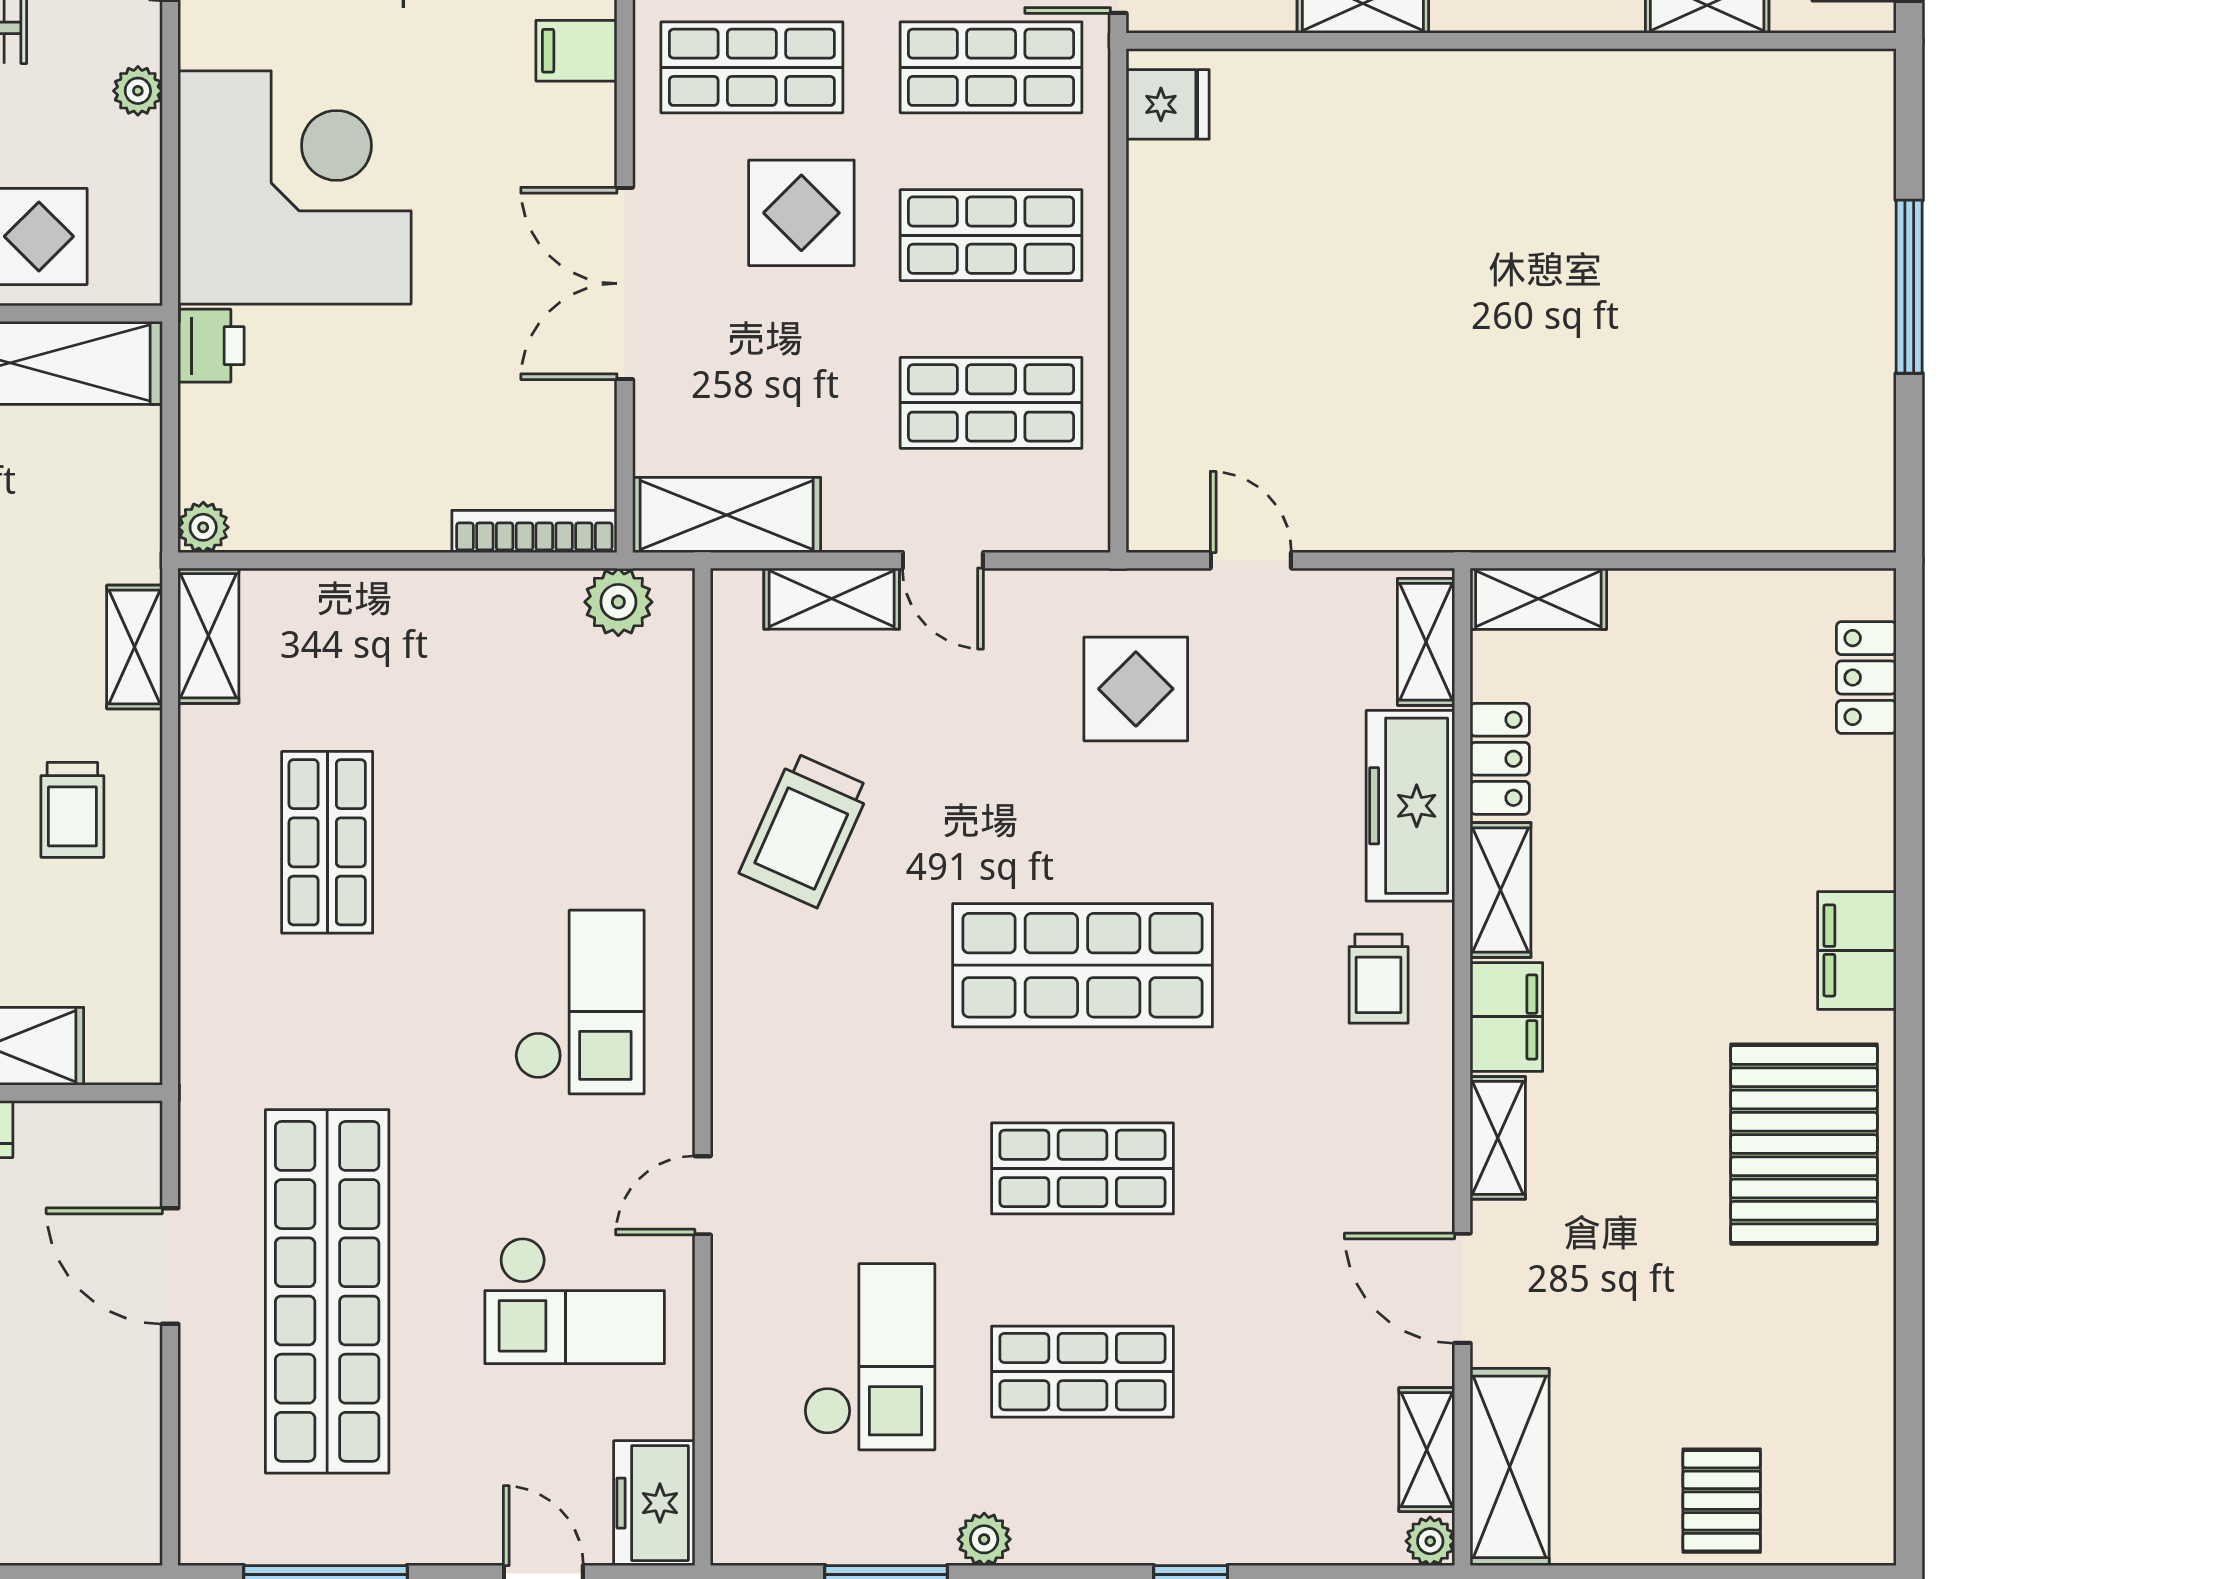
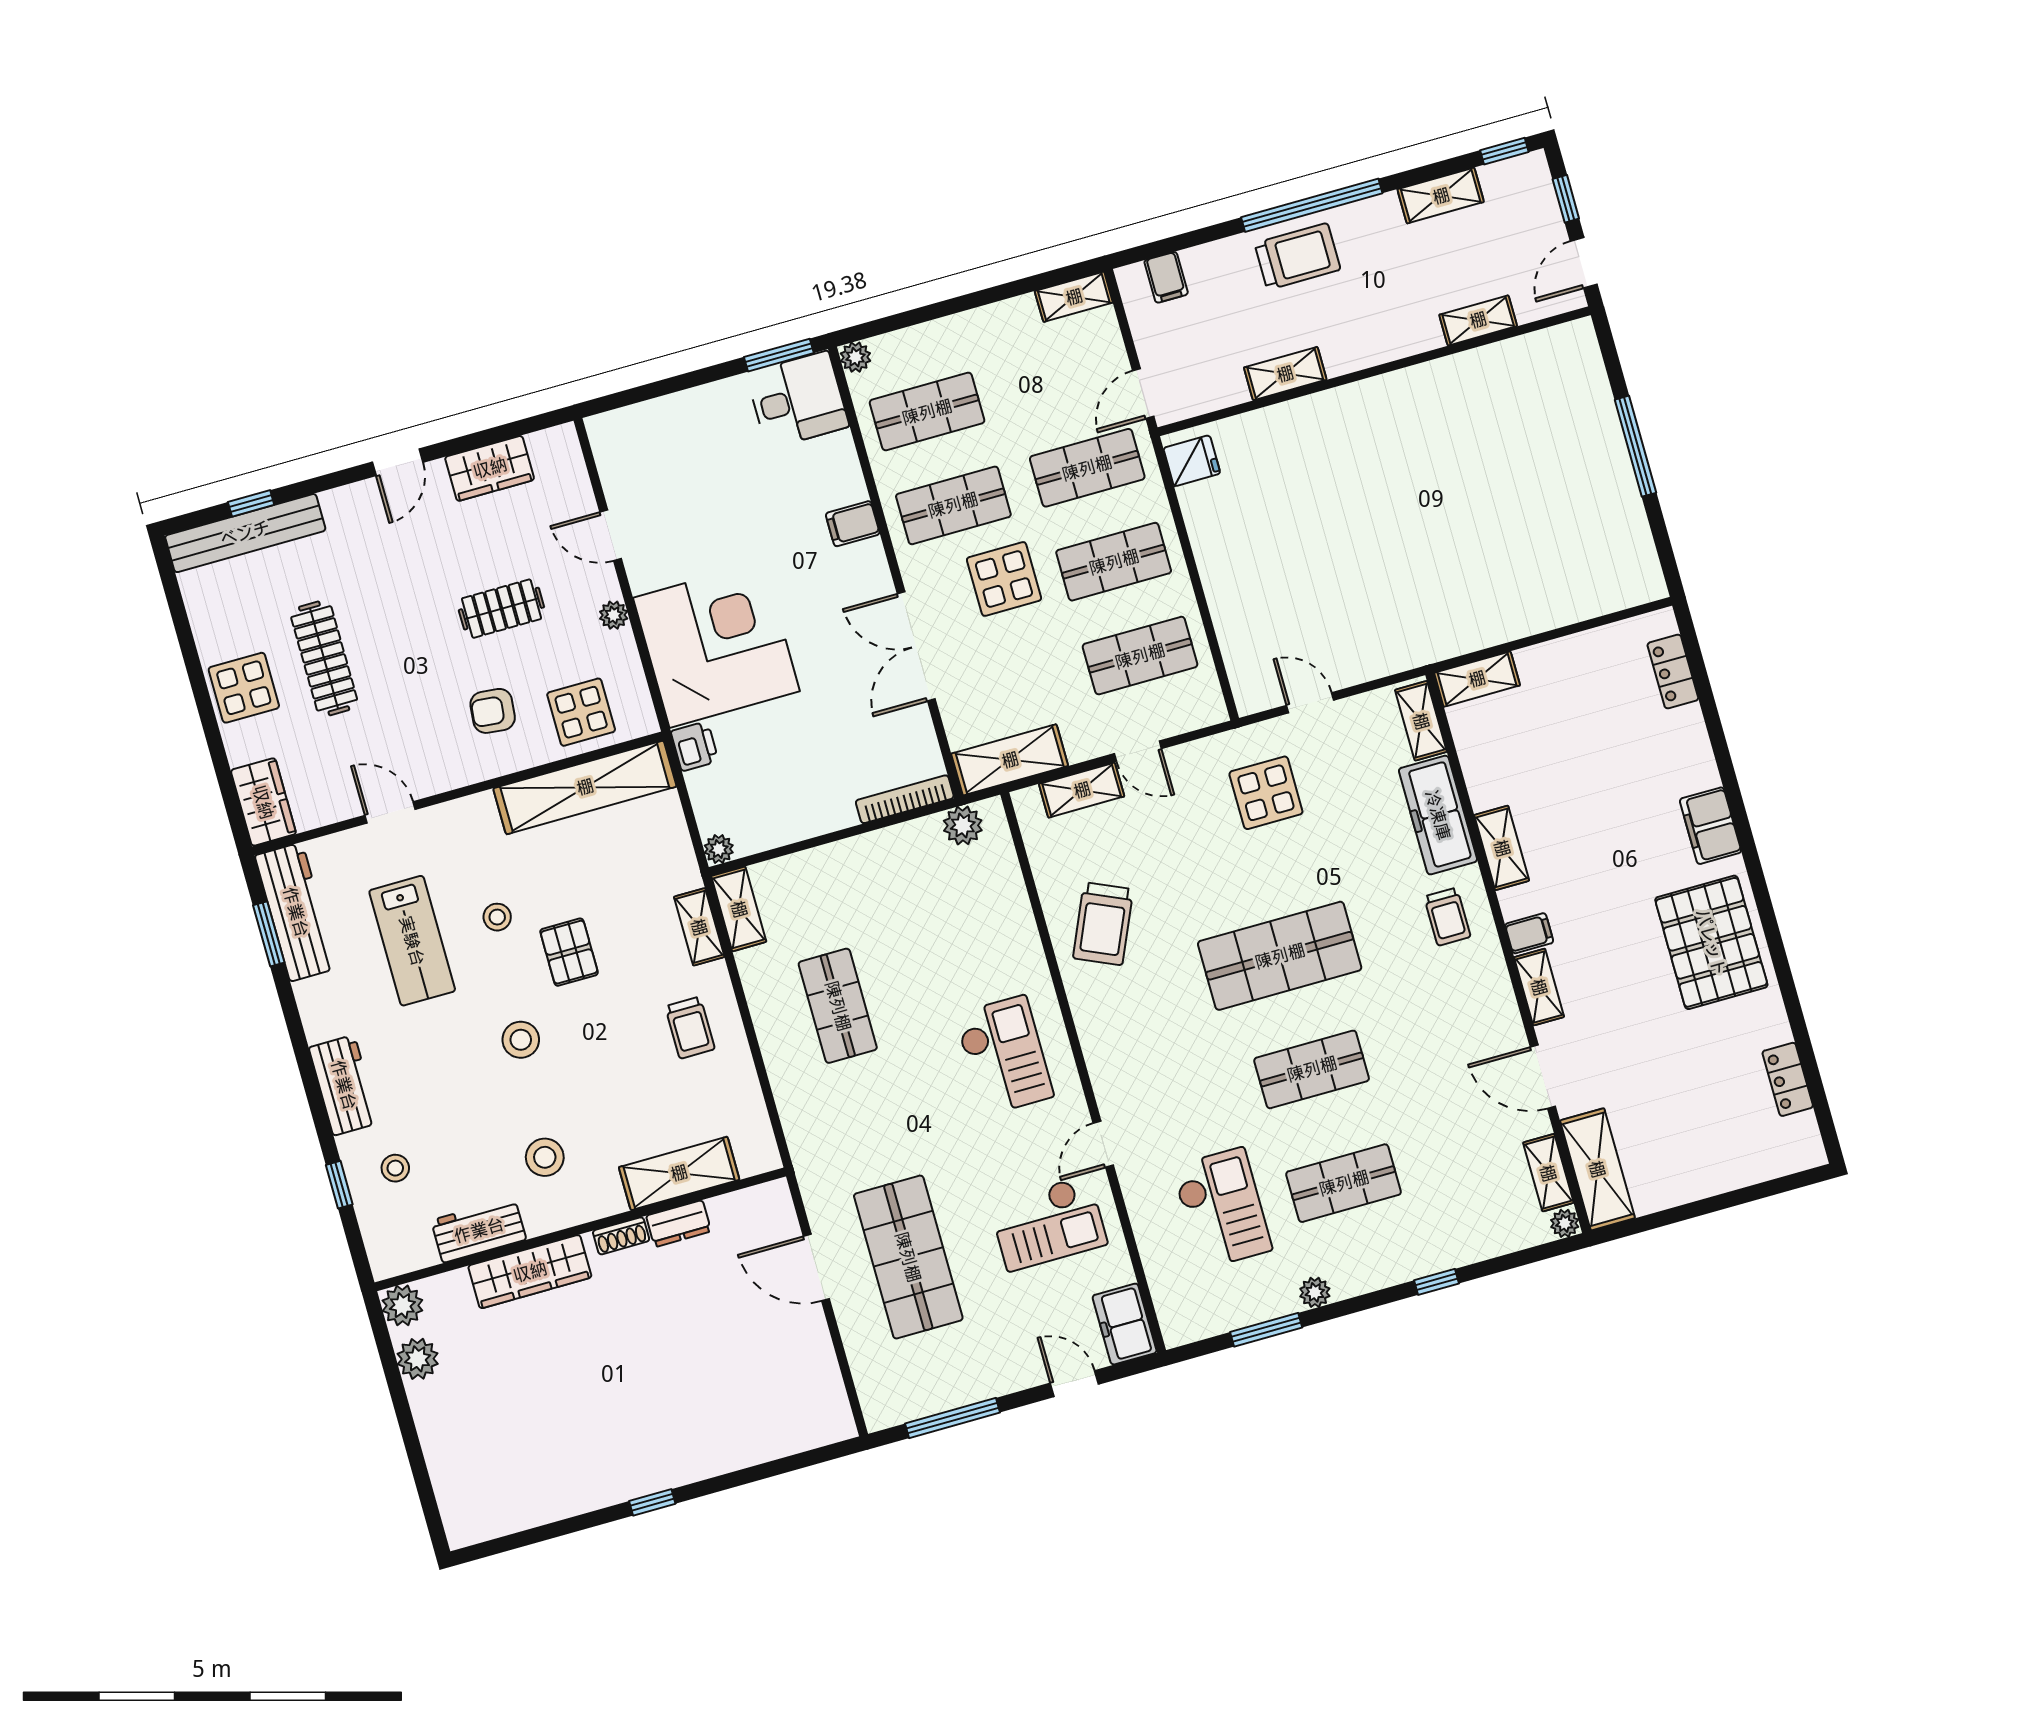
locker: (1500, 759) -> (1788, 1079), moved, turned 180
filing cabinet: (1506, 1017) -> (1529, 933), width x0.50
shop shelf: (327, 1291) -> (908, 1257), width x0.71
pallet: (1722, 1501) -> (1721, 1155), removed

